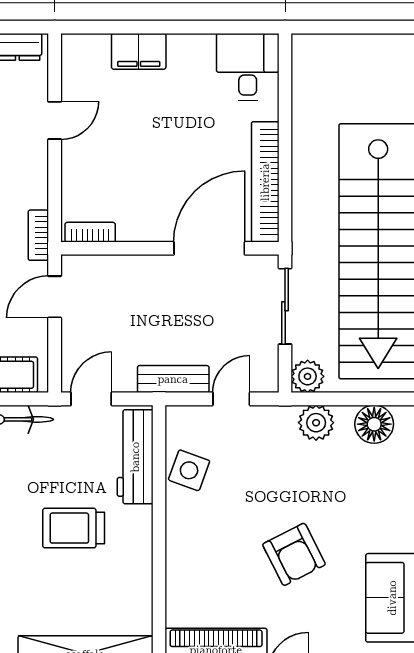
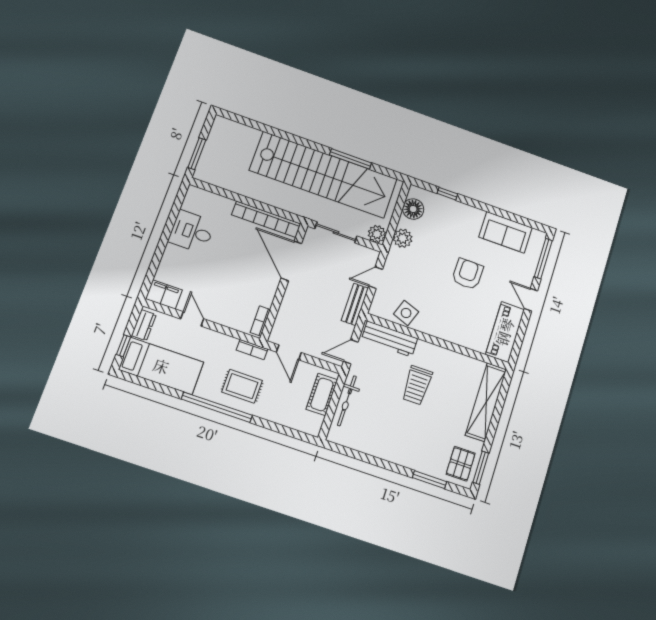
window: (336, 27) -> (197, 154), added
filing cabinet: (139, 51) -> (164, 294), moved, turned -90
desk: (248, 67) -> (192, 232), moved
door: (91, 399) -> (351, 352), hinge flipped
door: (231, 399) -> (376, 278), hinge flipped
armchair: (294, 554) -> (468, 274), turned -62

